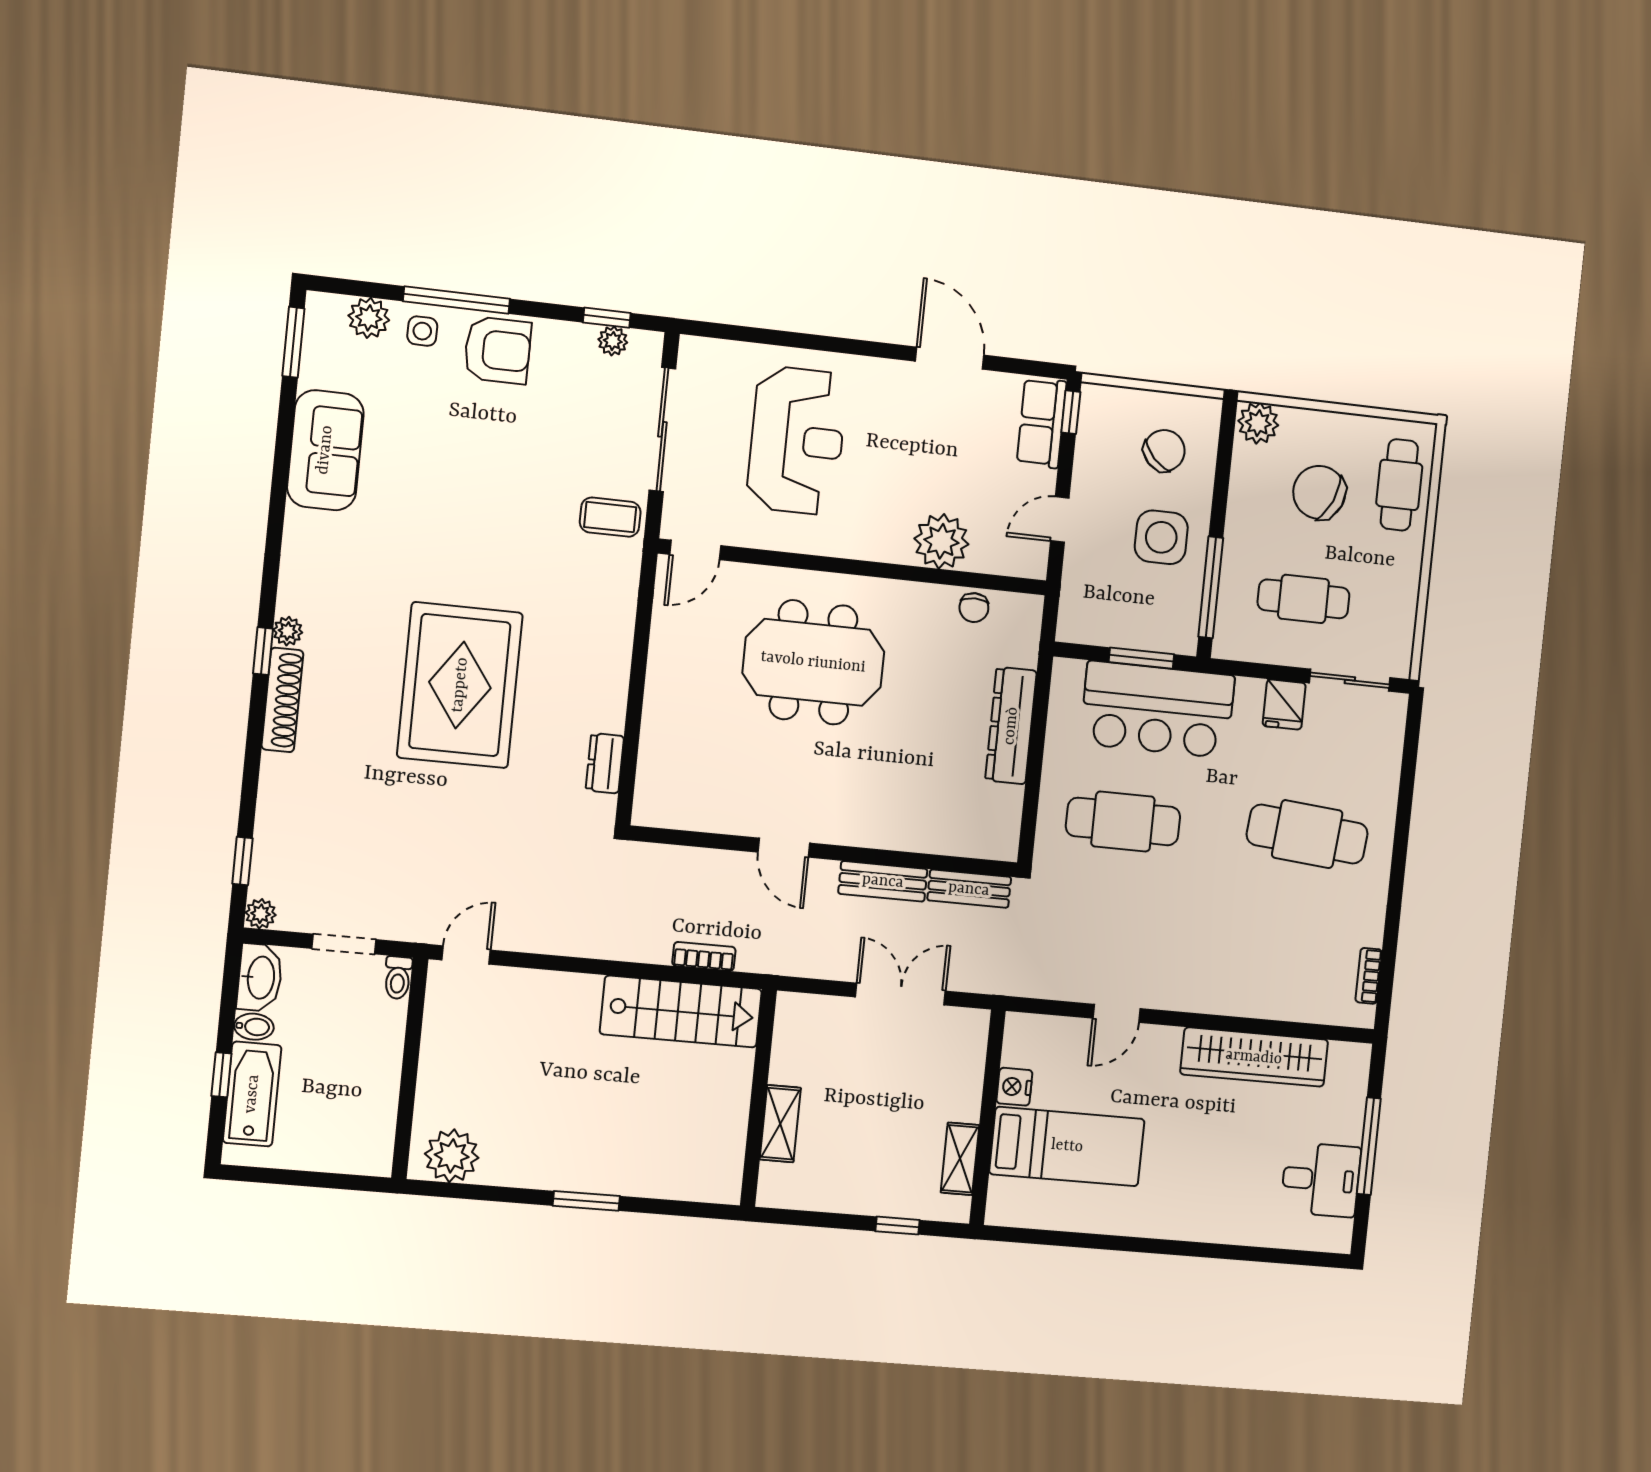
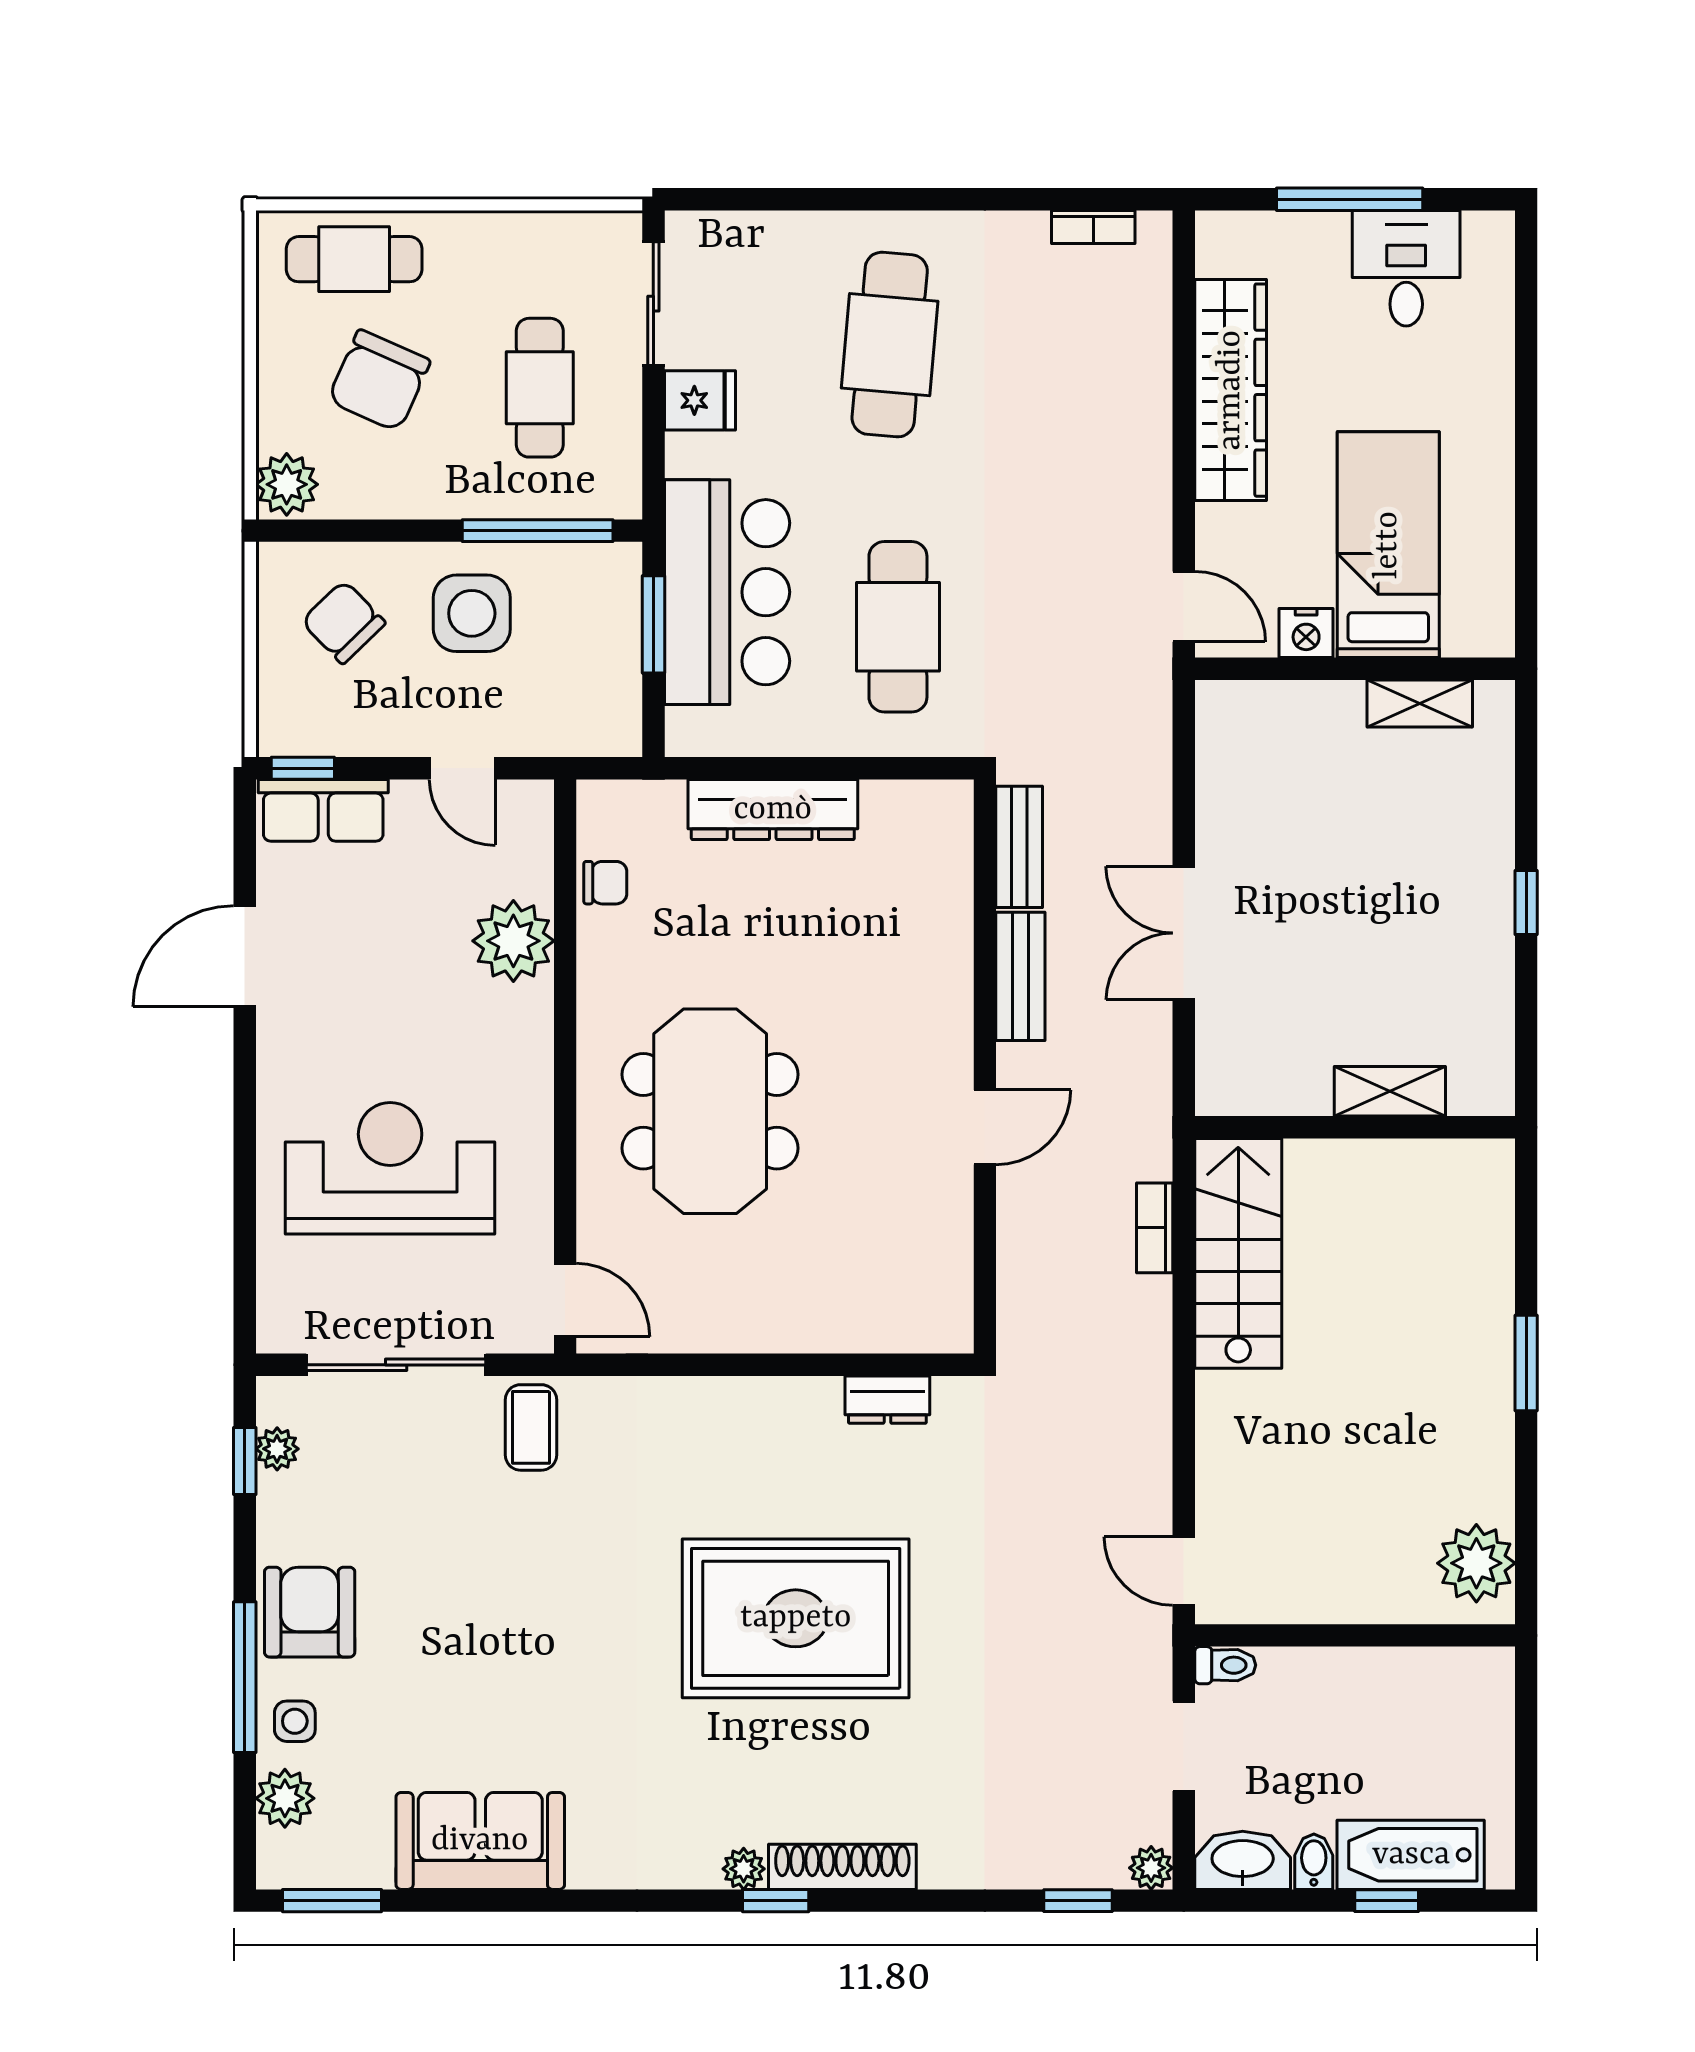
nightstand: (1014, 1087) -> (1306, 633), moved
wall: (987, 1117) -> (1355, 669), moved
bed: (1067, 1146) -> (1388, 545), moved
shelving: (960, 1159) -> (1420, 703), moved

